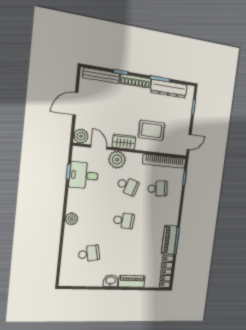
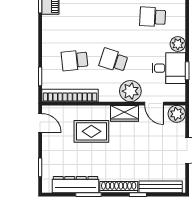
door: (189, 142) -> (40, 123), swing flipped
plant: (72, 219) -> (178, 44), moved
school desk: (124, 221) -> (153, 17), moved

